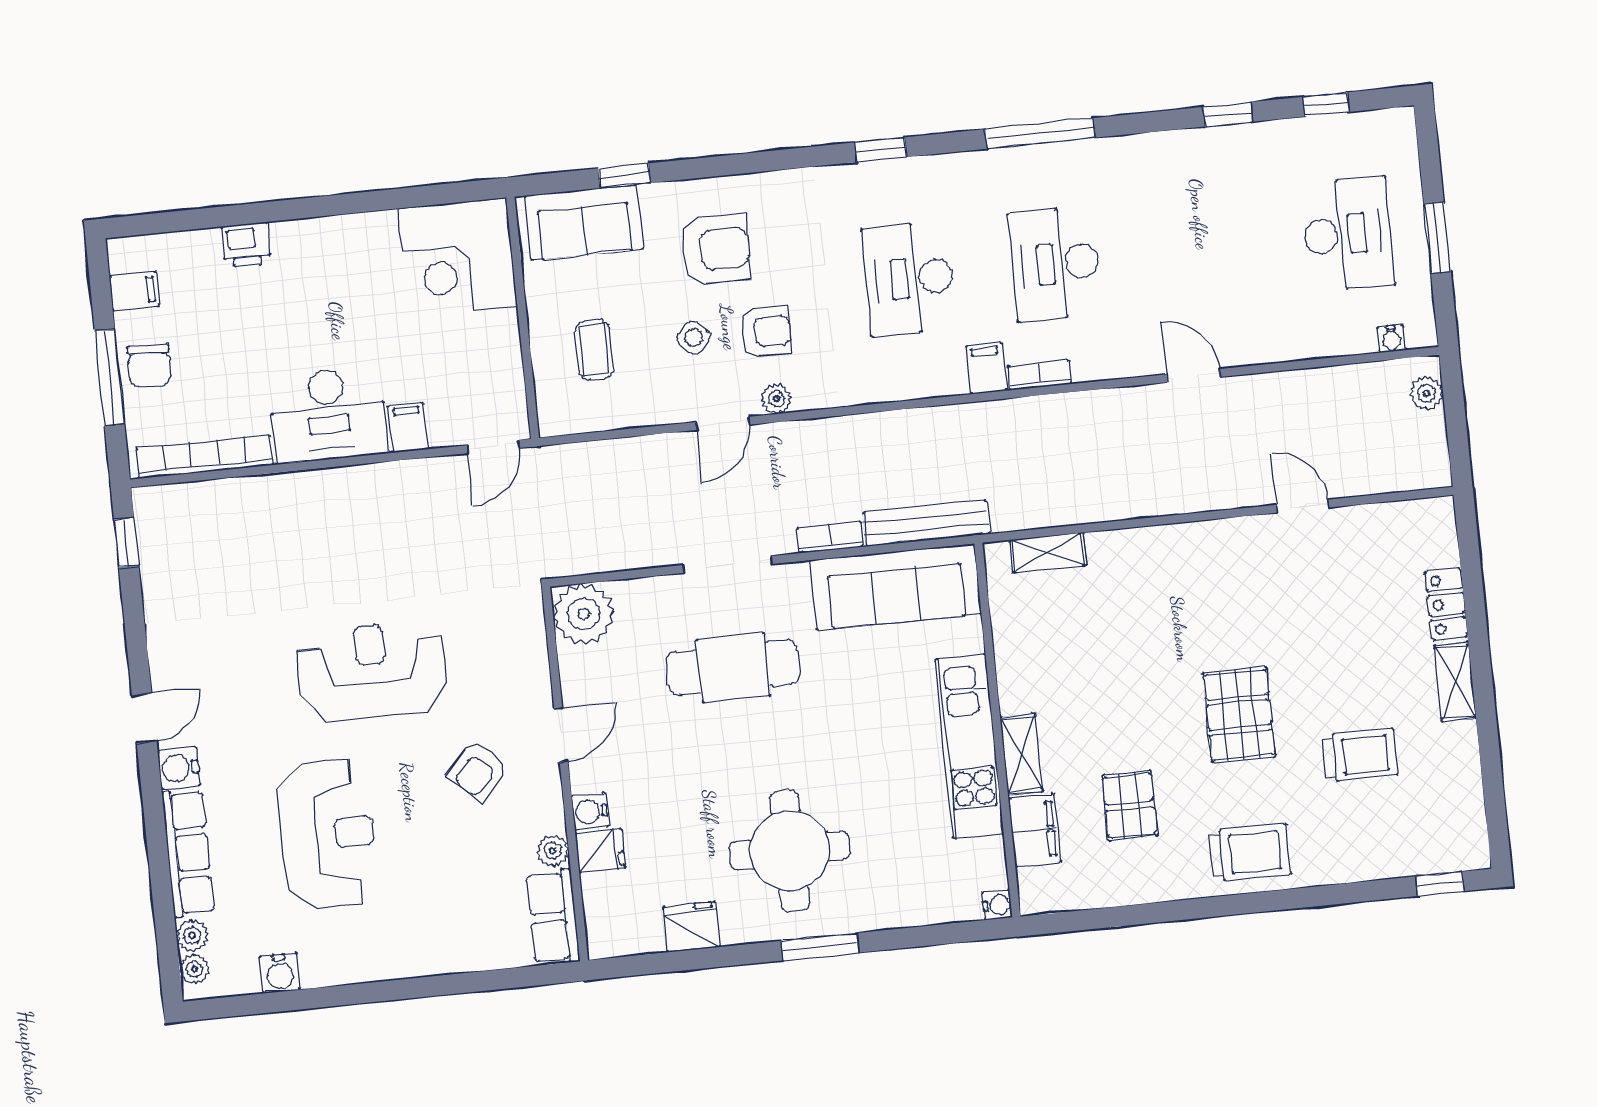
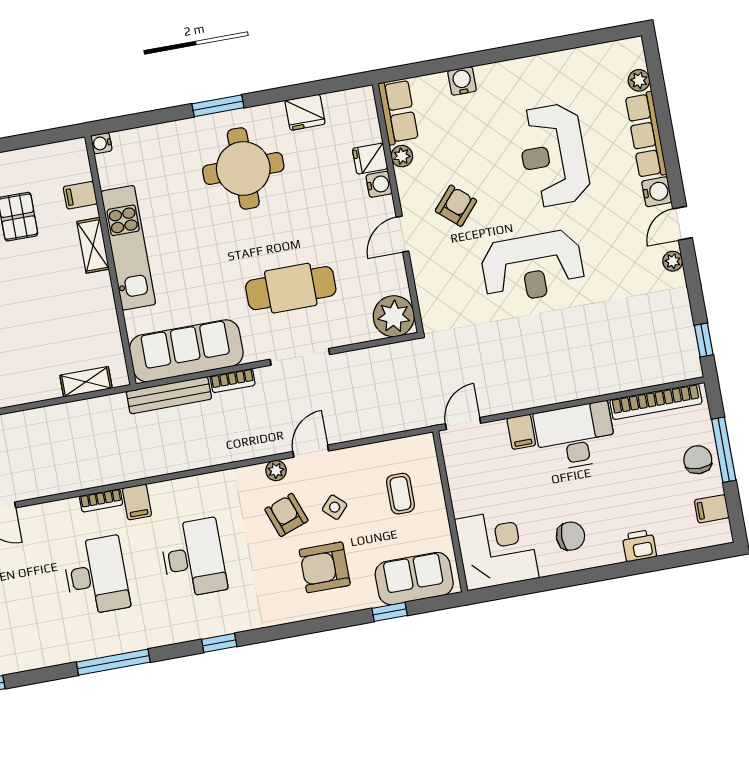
chair: (347, 267) -> (571, 536), added
armchair: (766, 332) -> (286, 515), turned 70
filing cabinet: (1035, 830) -> (80, 195), width x0.50
plant: (194, 969) -> (673, 261), moved
water cooler: (280, 973) -> (462, 81), moved

